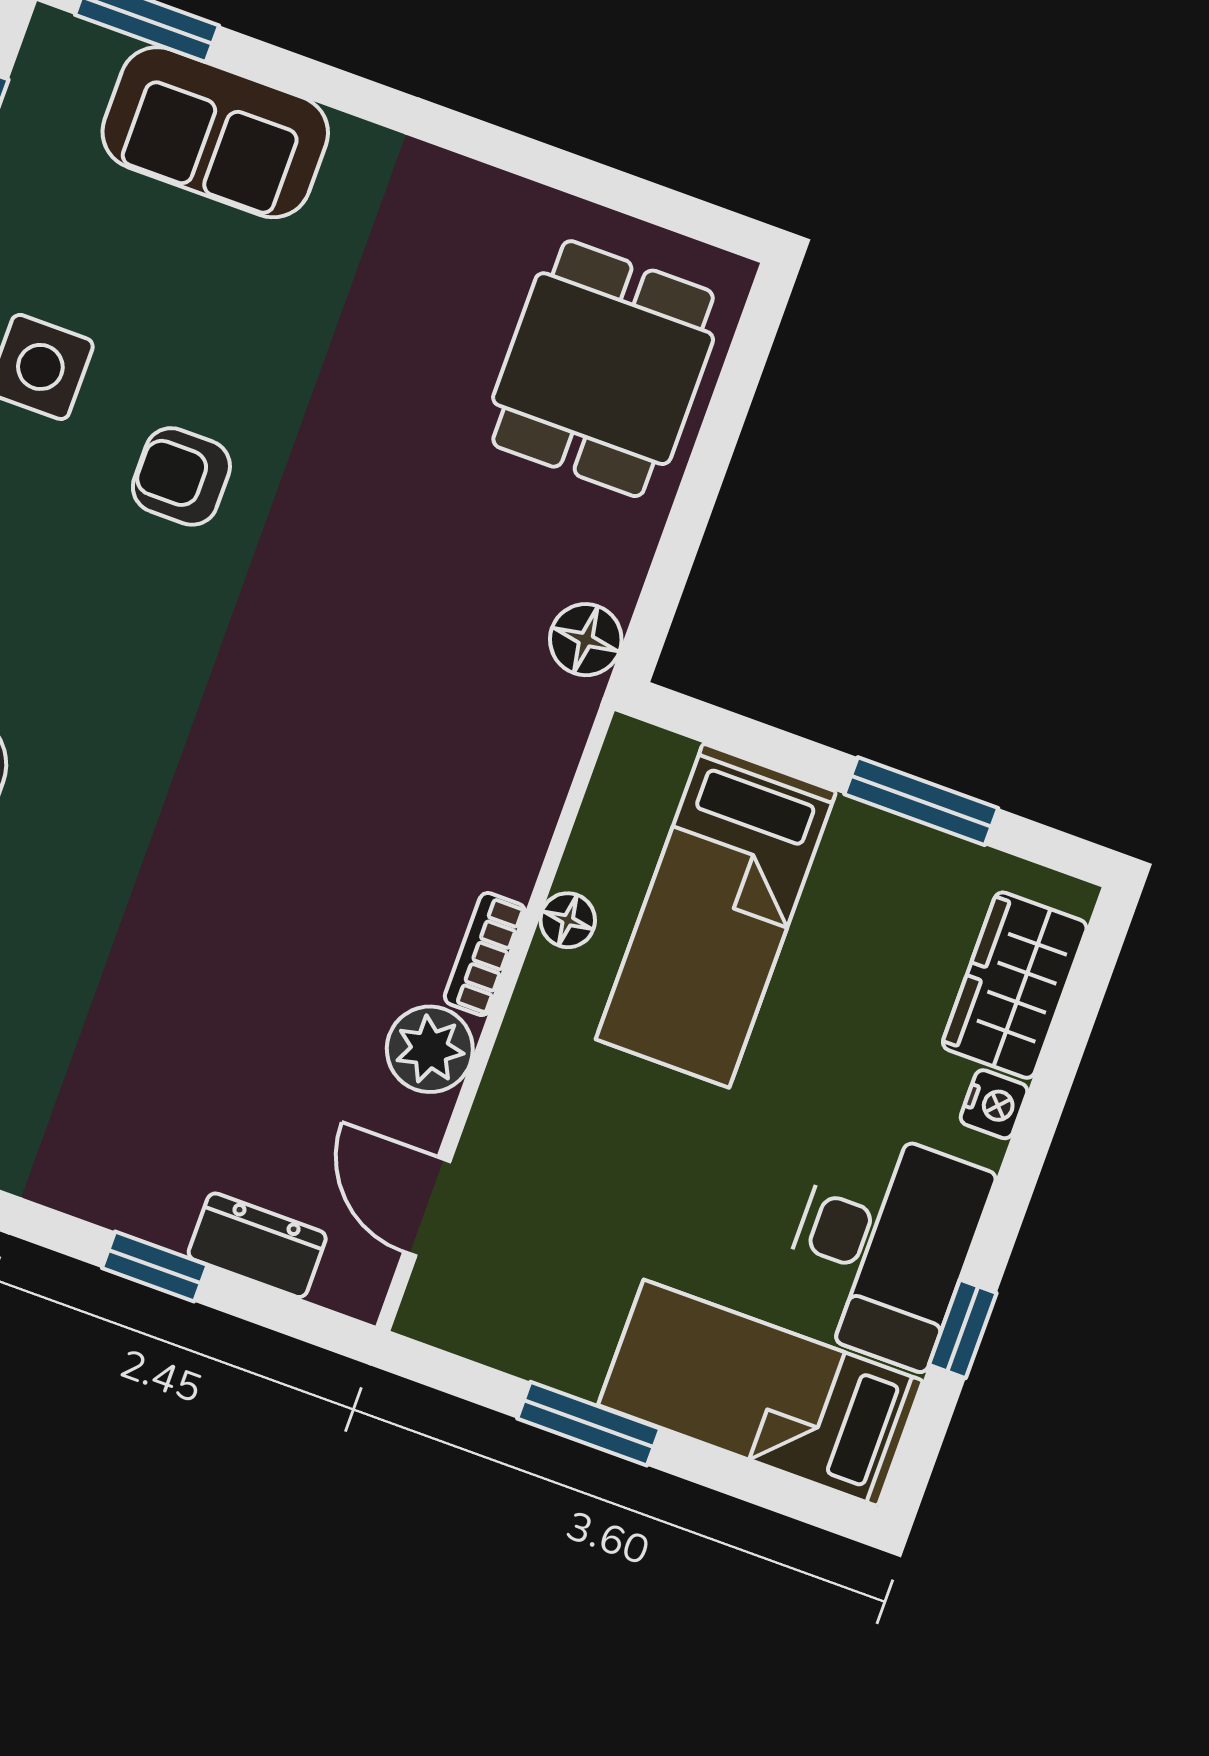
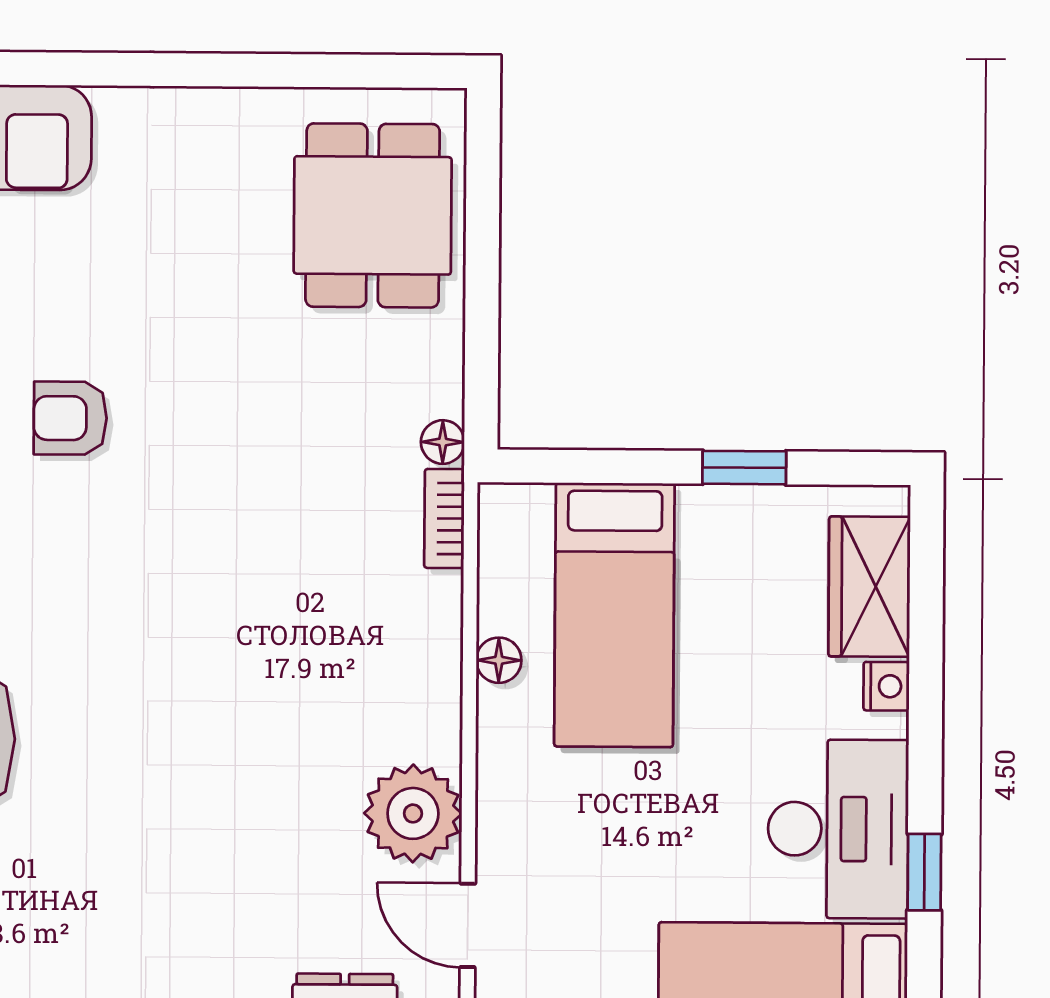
floor lamp: (586, 640) -> (443, 442), width x0.73, depth x0.73
window: (921, 801) -> (744, 468), width x0.67
bookcase: (485, 954) -> (444, 518), moved
plant: (430, 1049) -> (413, 813), width x1.36, depth x1.36

